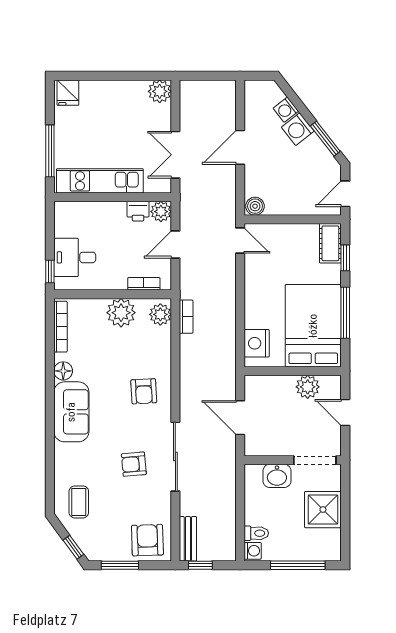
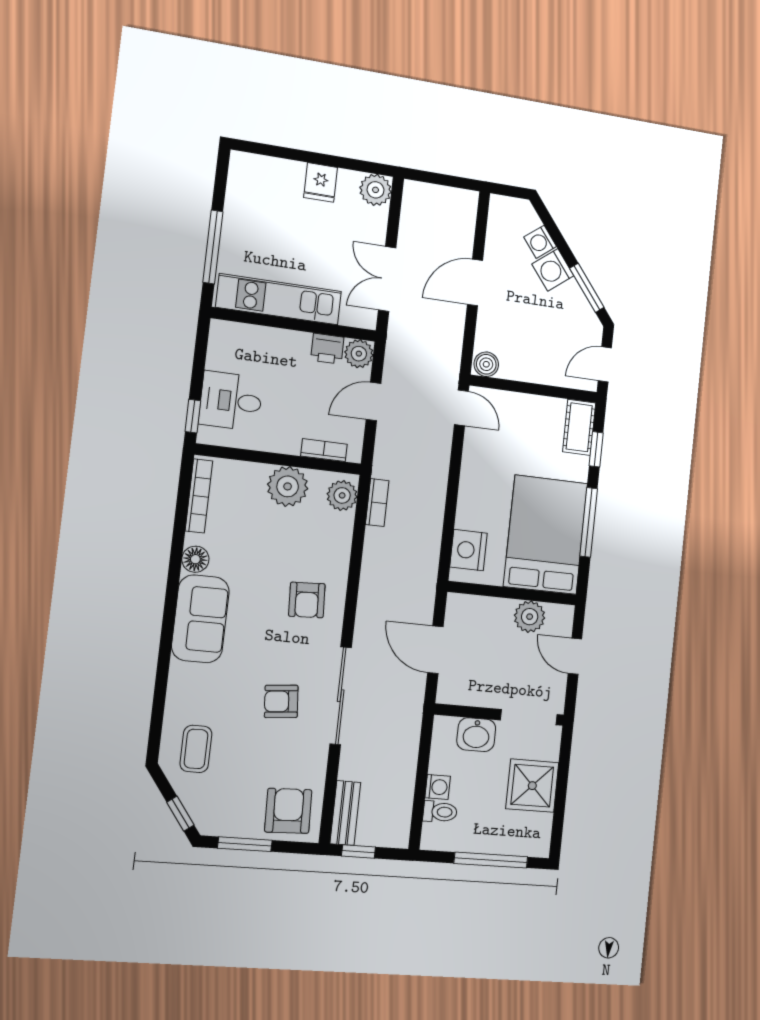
fridge: (68, 93) -> (321, 183), moved
washing machine: (253, 551) -> (438, 787), moved

